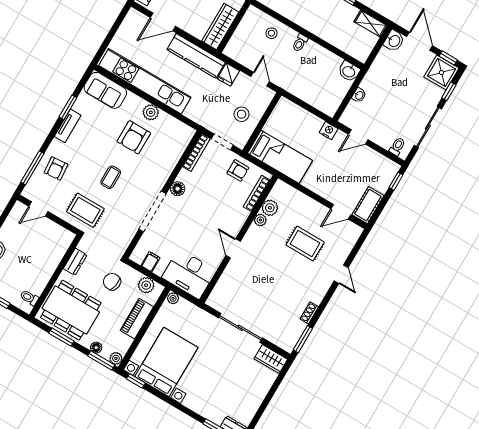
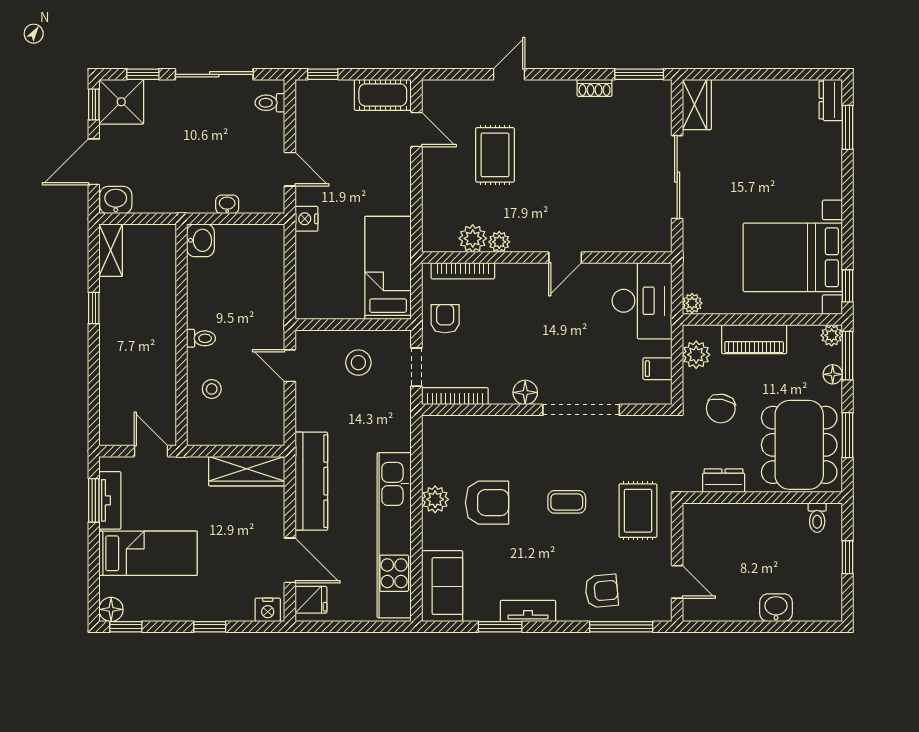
fridge: (228, 75) -> (311, 600), moved
door: (260, 79) -> (290, 366), hinge flipped

